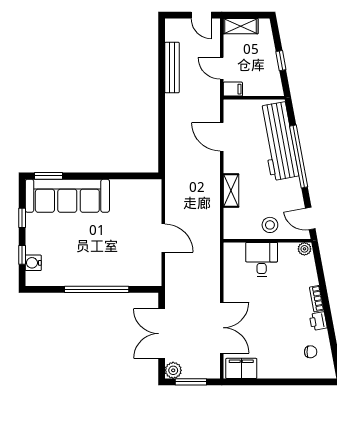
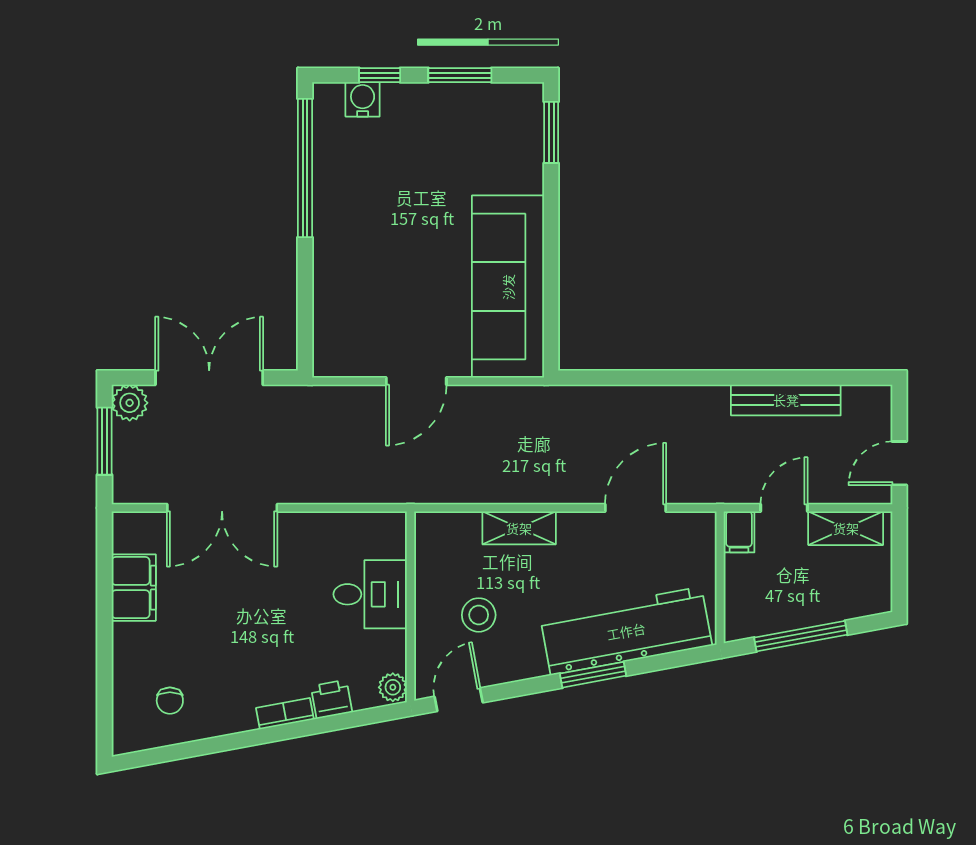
shelving: (241, 26) -> (846, 528), moved, turned 90
window: (281, 61) -> (801, 636), width x2.17
window: (299, 157) -> (593, 675), width x0.47
sofa: (67, 196) -> (508, 287), moved
window: (22, 218) -> (460, 75), width x1.50
stool: (270, 225) -> (479, 615), moved
window: (97, 289) -> (305, 168), moved
printer: (318, 321) -> (331, 699), moved
filing cabinet: (241, 368) -> (134, 588), moved

